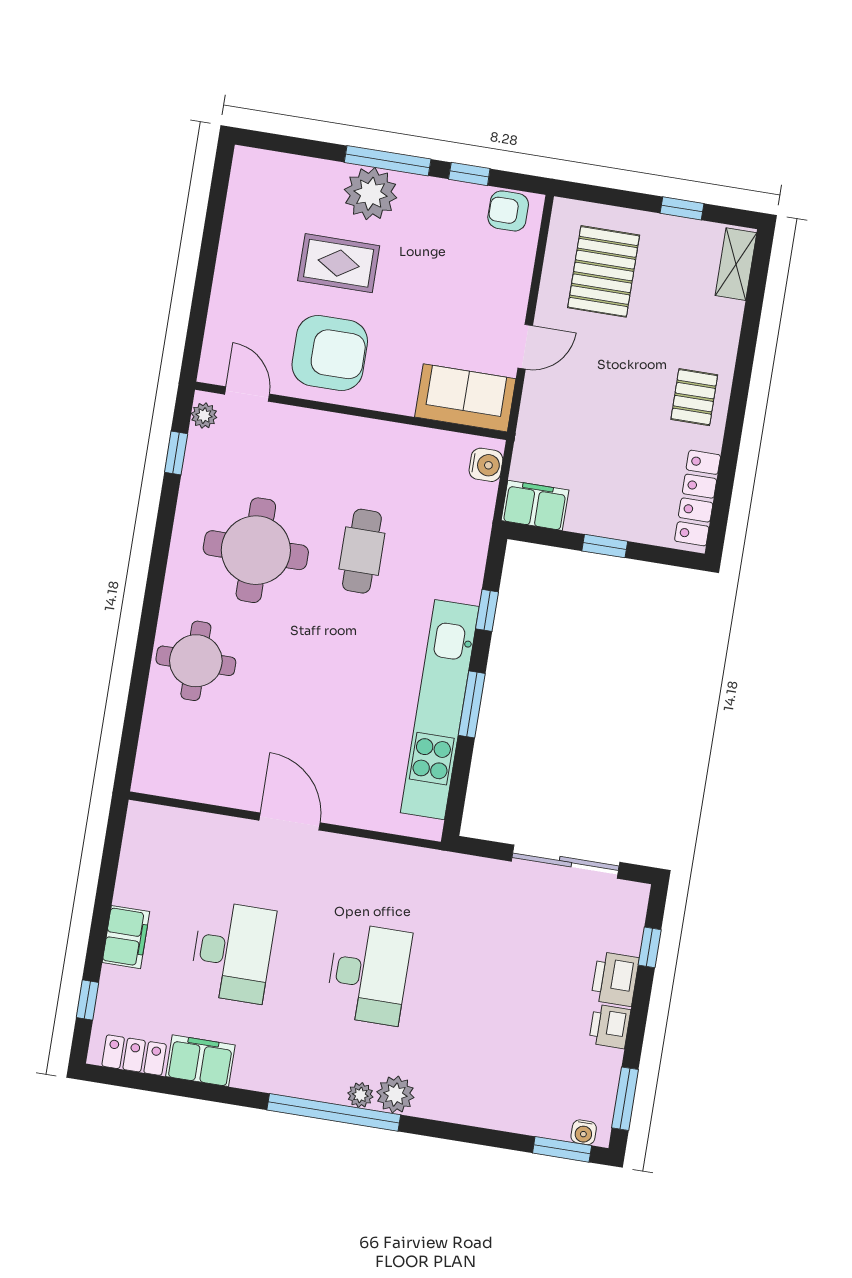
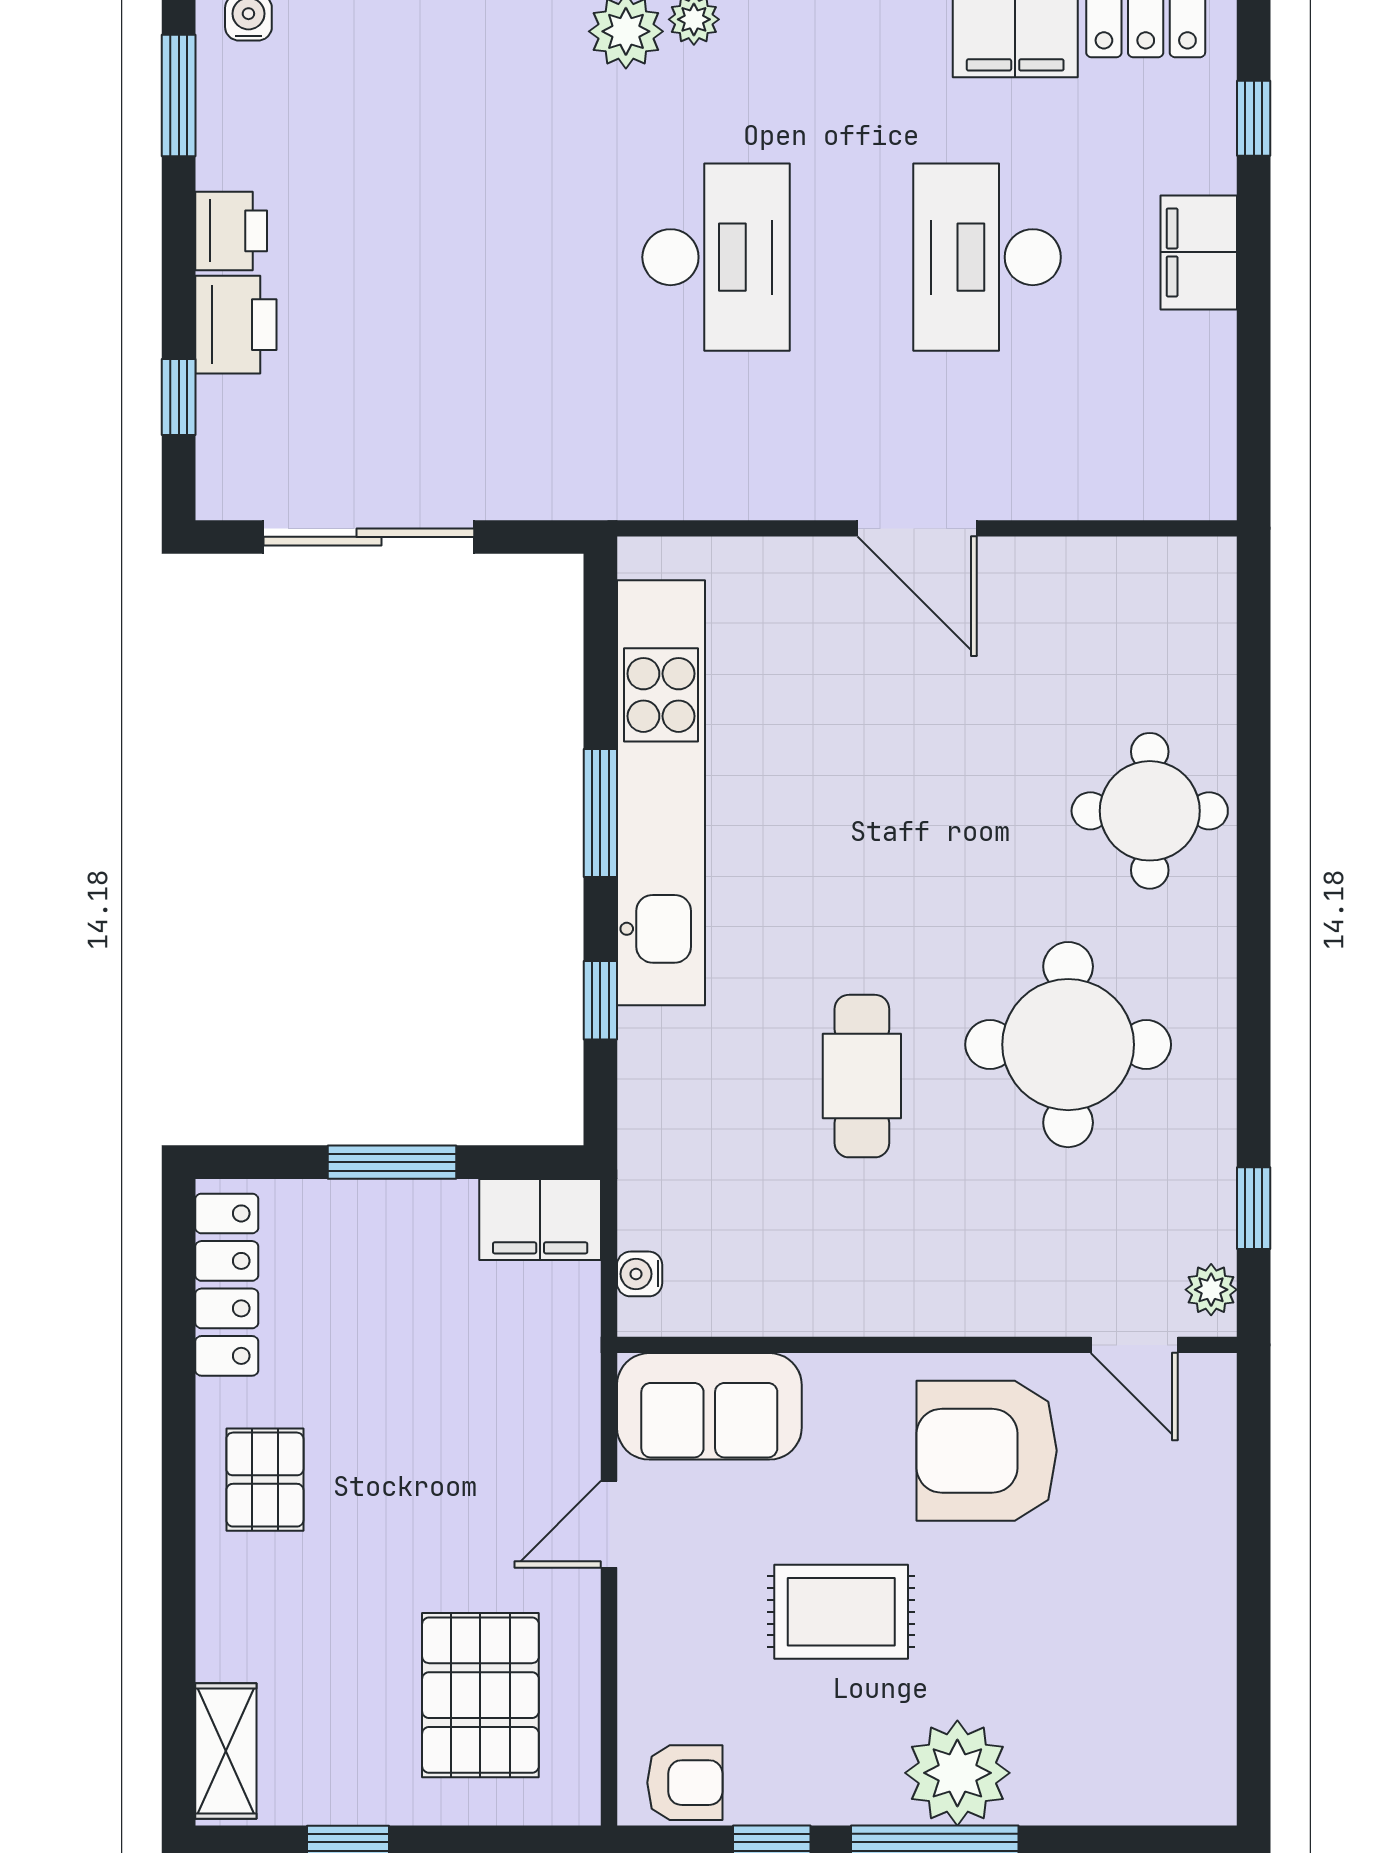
rug: (339, 263) -> (841, 1612), moved
water cooler: (486, 465) -> (640, 1274), width x0.72, depth x0.72
window: (605, 546) -> (392, 1162), width x1.50
desk: (368, 974) -> (716, 257), turned 180

